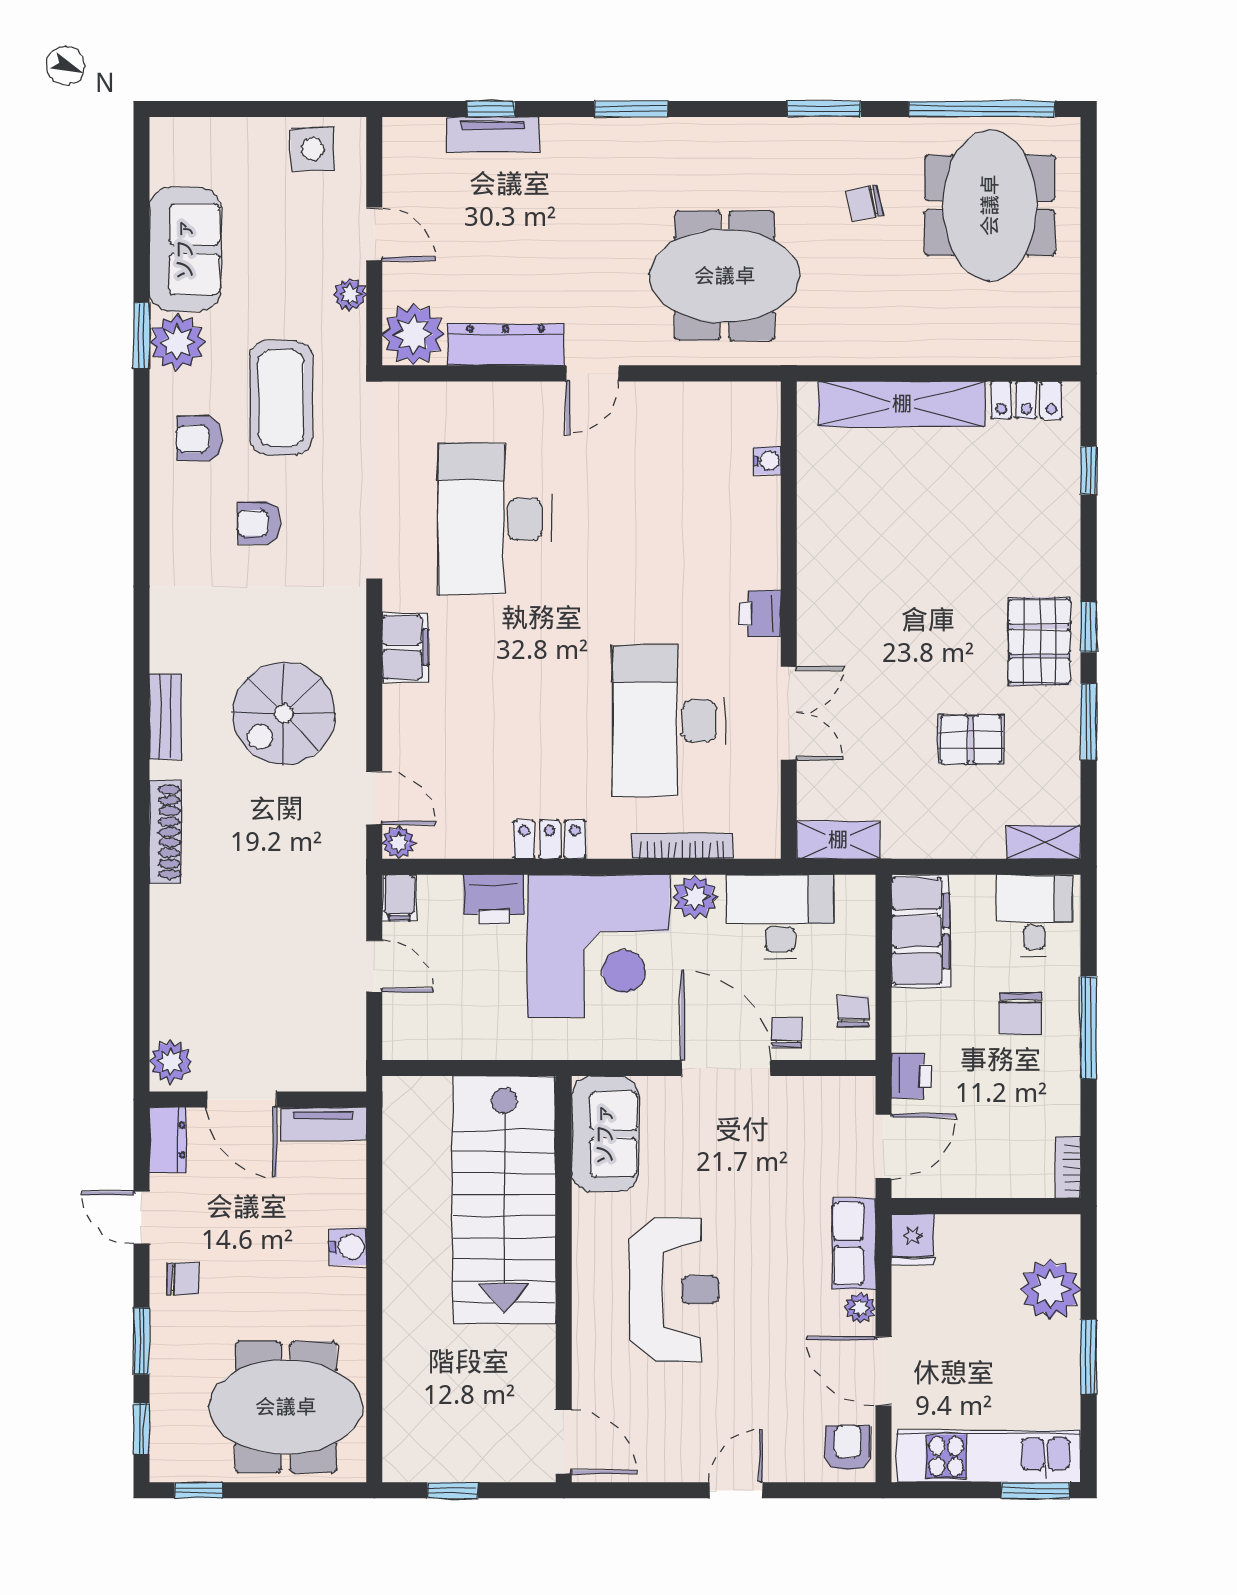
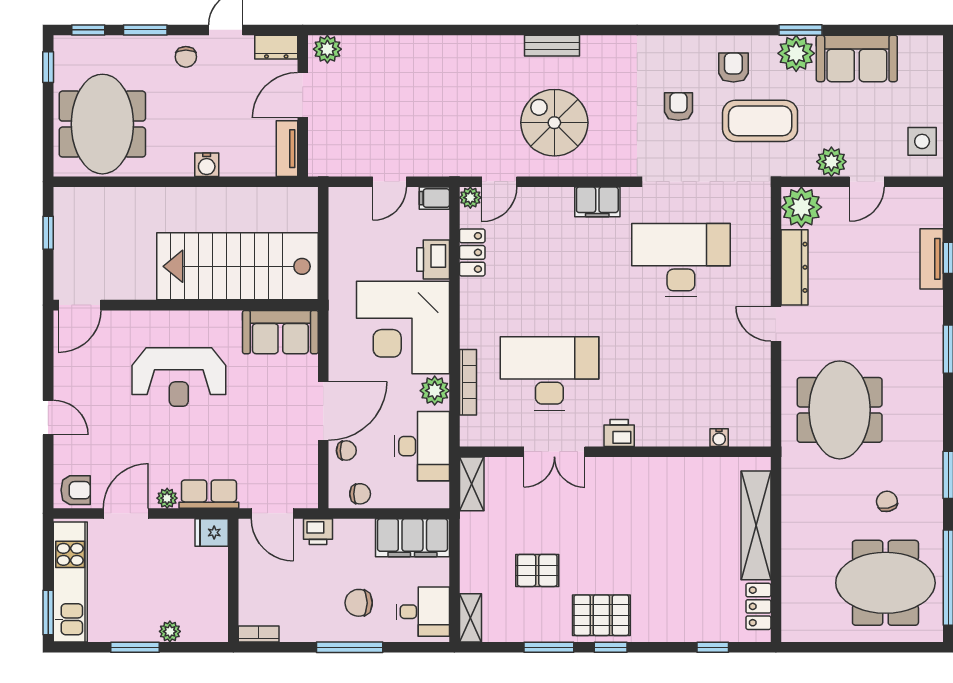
plant: (350, 294) -> (831, 162), width x1.38, depth x1.38
pallet: (971, 740) -> (537, 570), turned 90
shoe rack: (165, 832) -> (477, 45), removed
locker: (550, 839) -> (472, 252), moved
plant: (1050, 1289) -> (170, 631), width x0.53, depth x0.53

